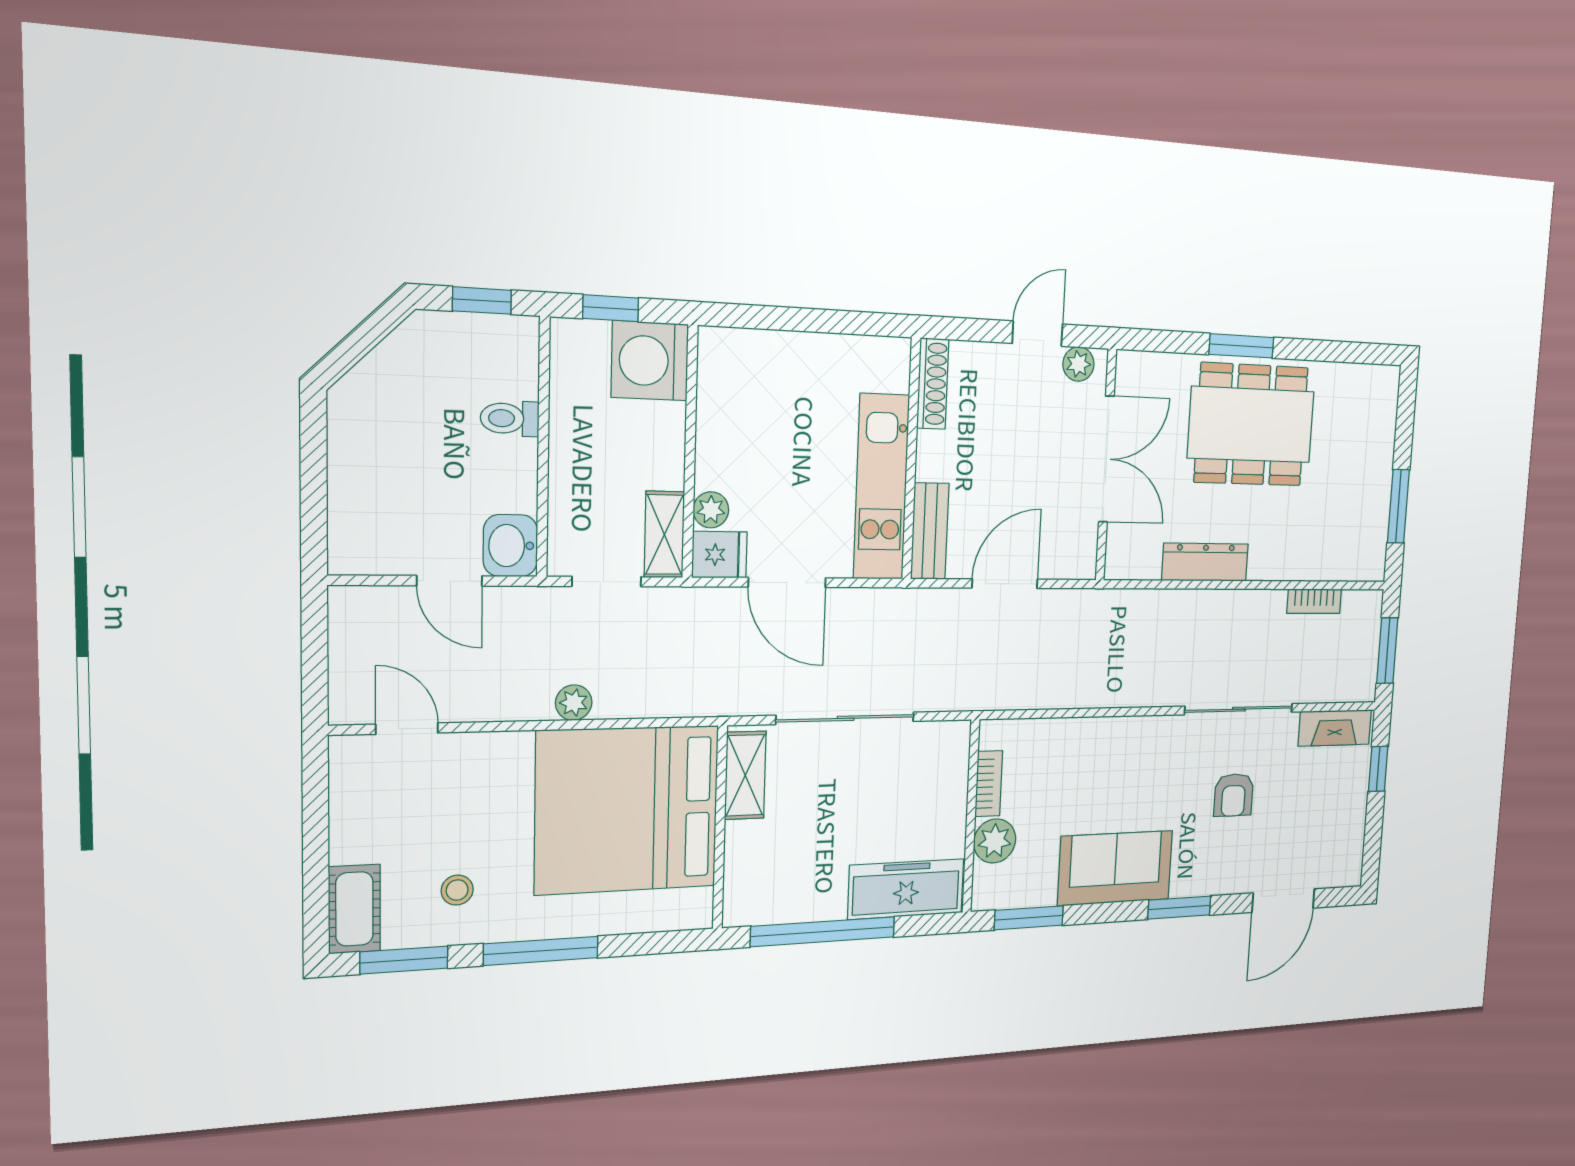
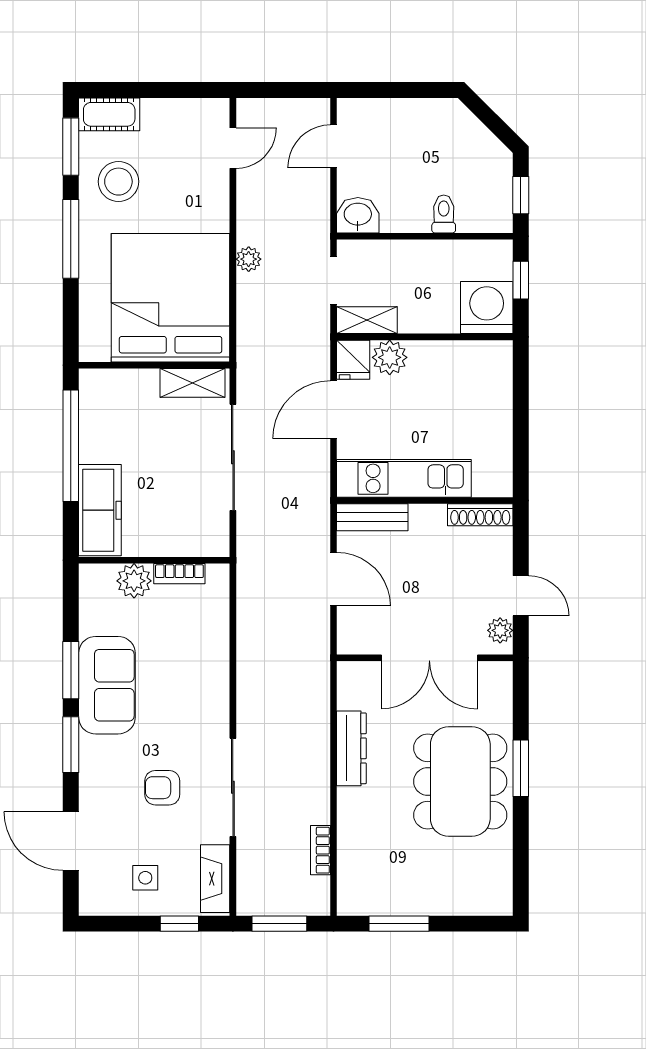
plant: (711, 510) -> (390, 357), width x1.38, depth x1.38
door: (450, 581) -> (334, 146), moved
side table: (1328, 811) -> (145, 878), added
stool: (457, 890) -> (118, 182), width x1.89, depth x1.89
window: (1029, 918) -> (71, 670), moved

